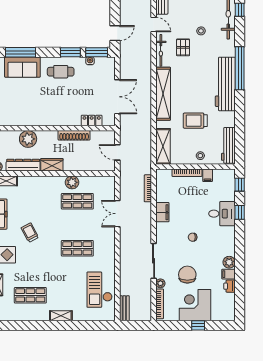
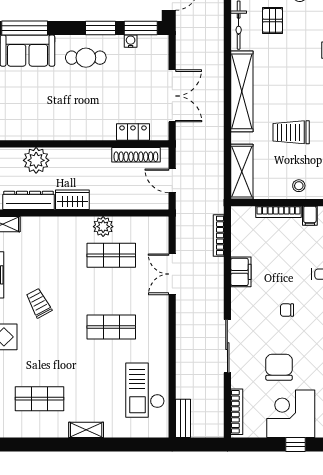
shoe rack: (74, 135) -> (136, 155), moved
plant: (160, 283) -> (238, 381), removed

